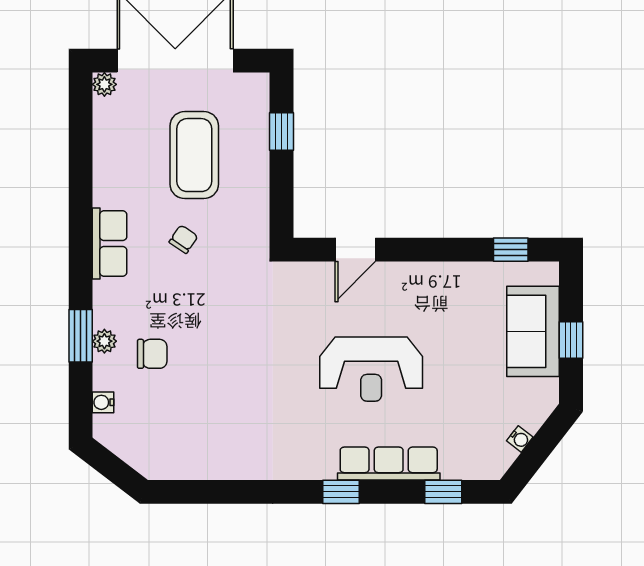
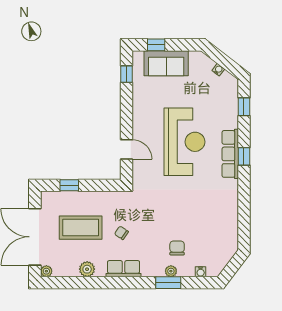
plant: (108, 168) -> (87, 269), added
window: (571, 340) -> (156, 45), moved
reception desk: (371, 369) -> (184, 142), width x1.36, depth x1.30
row of seats: (389, 464) -> (230, 154), moved

